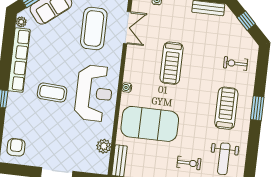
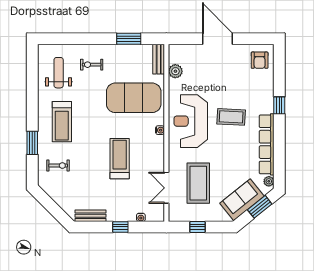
window: (246, 21) -> (53, 208), removed
window: (257, 108) -> (32, 143), moved

